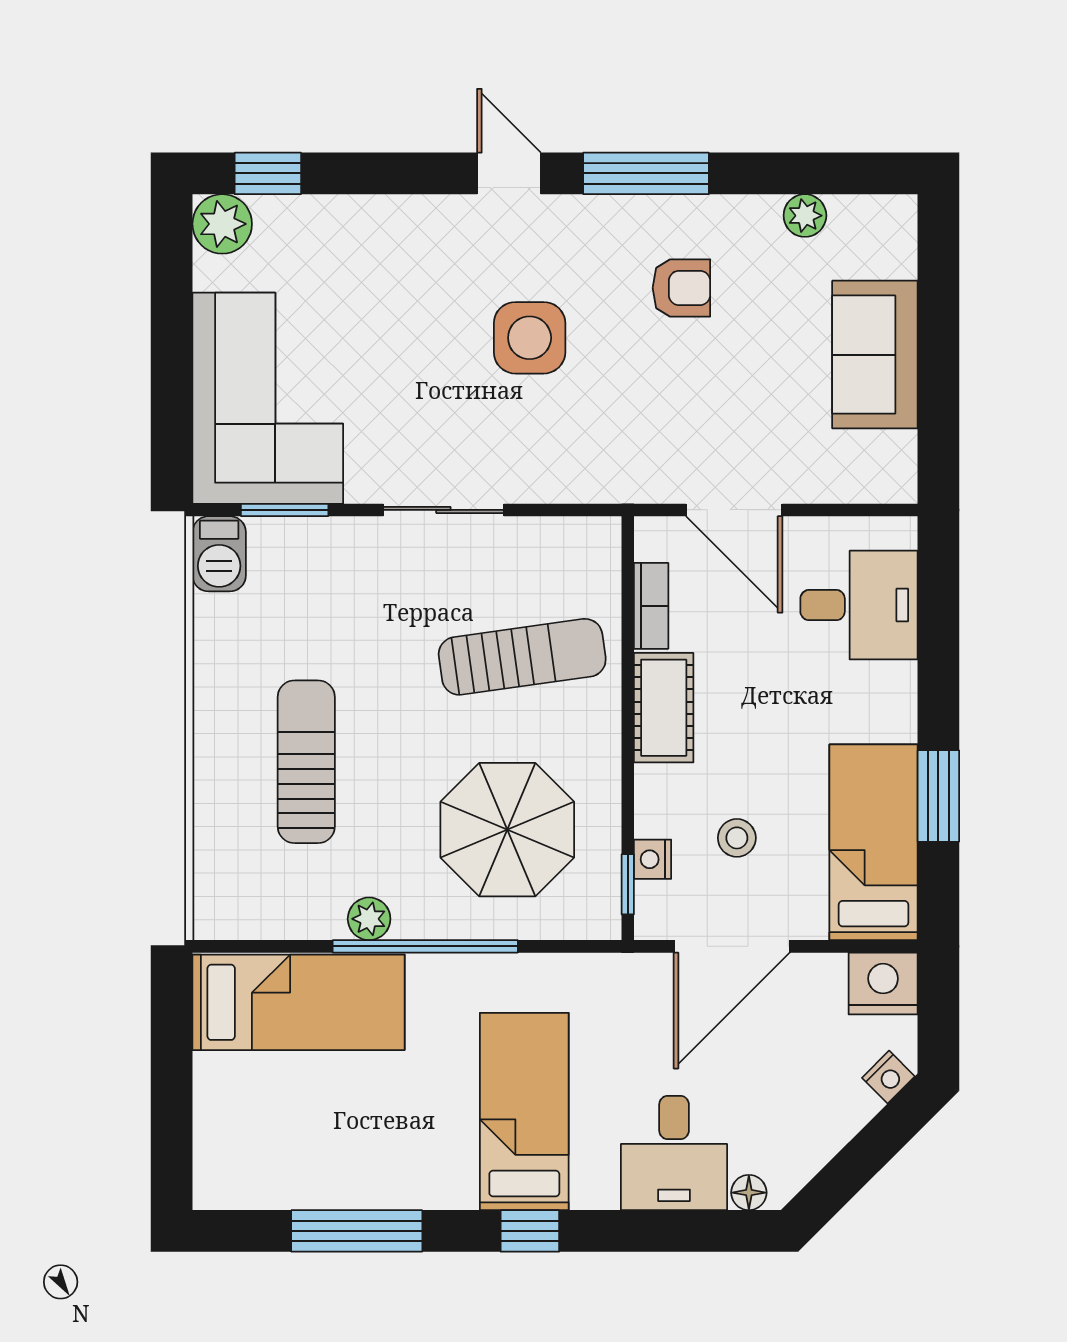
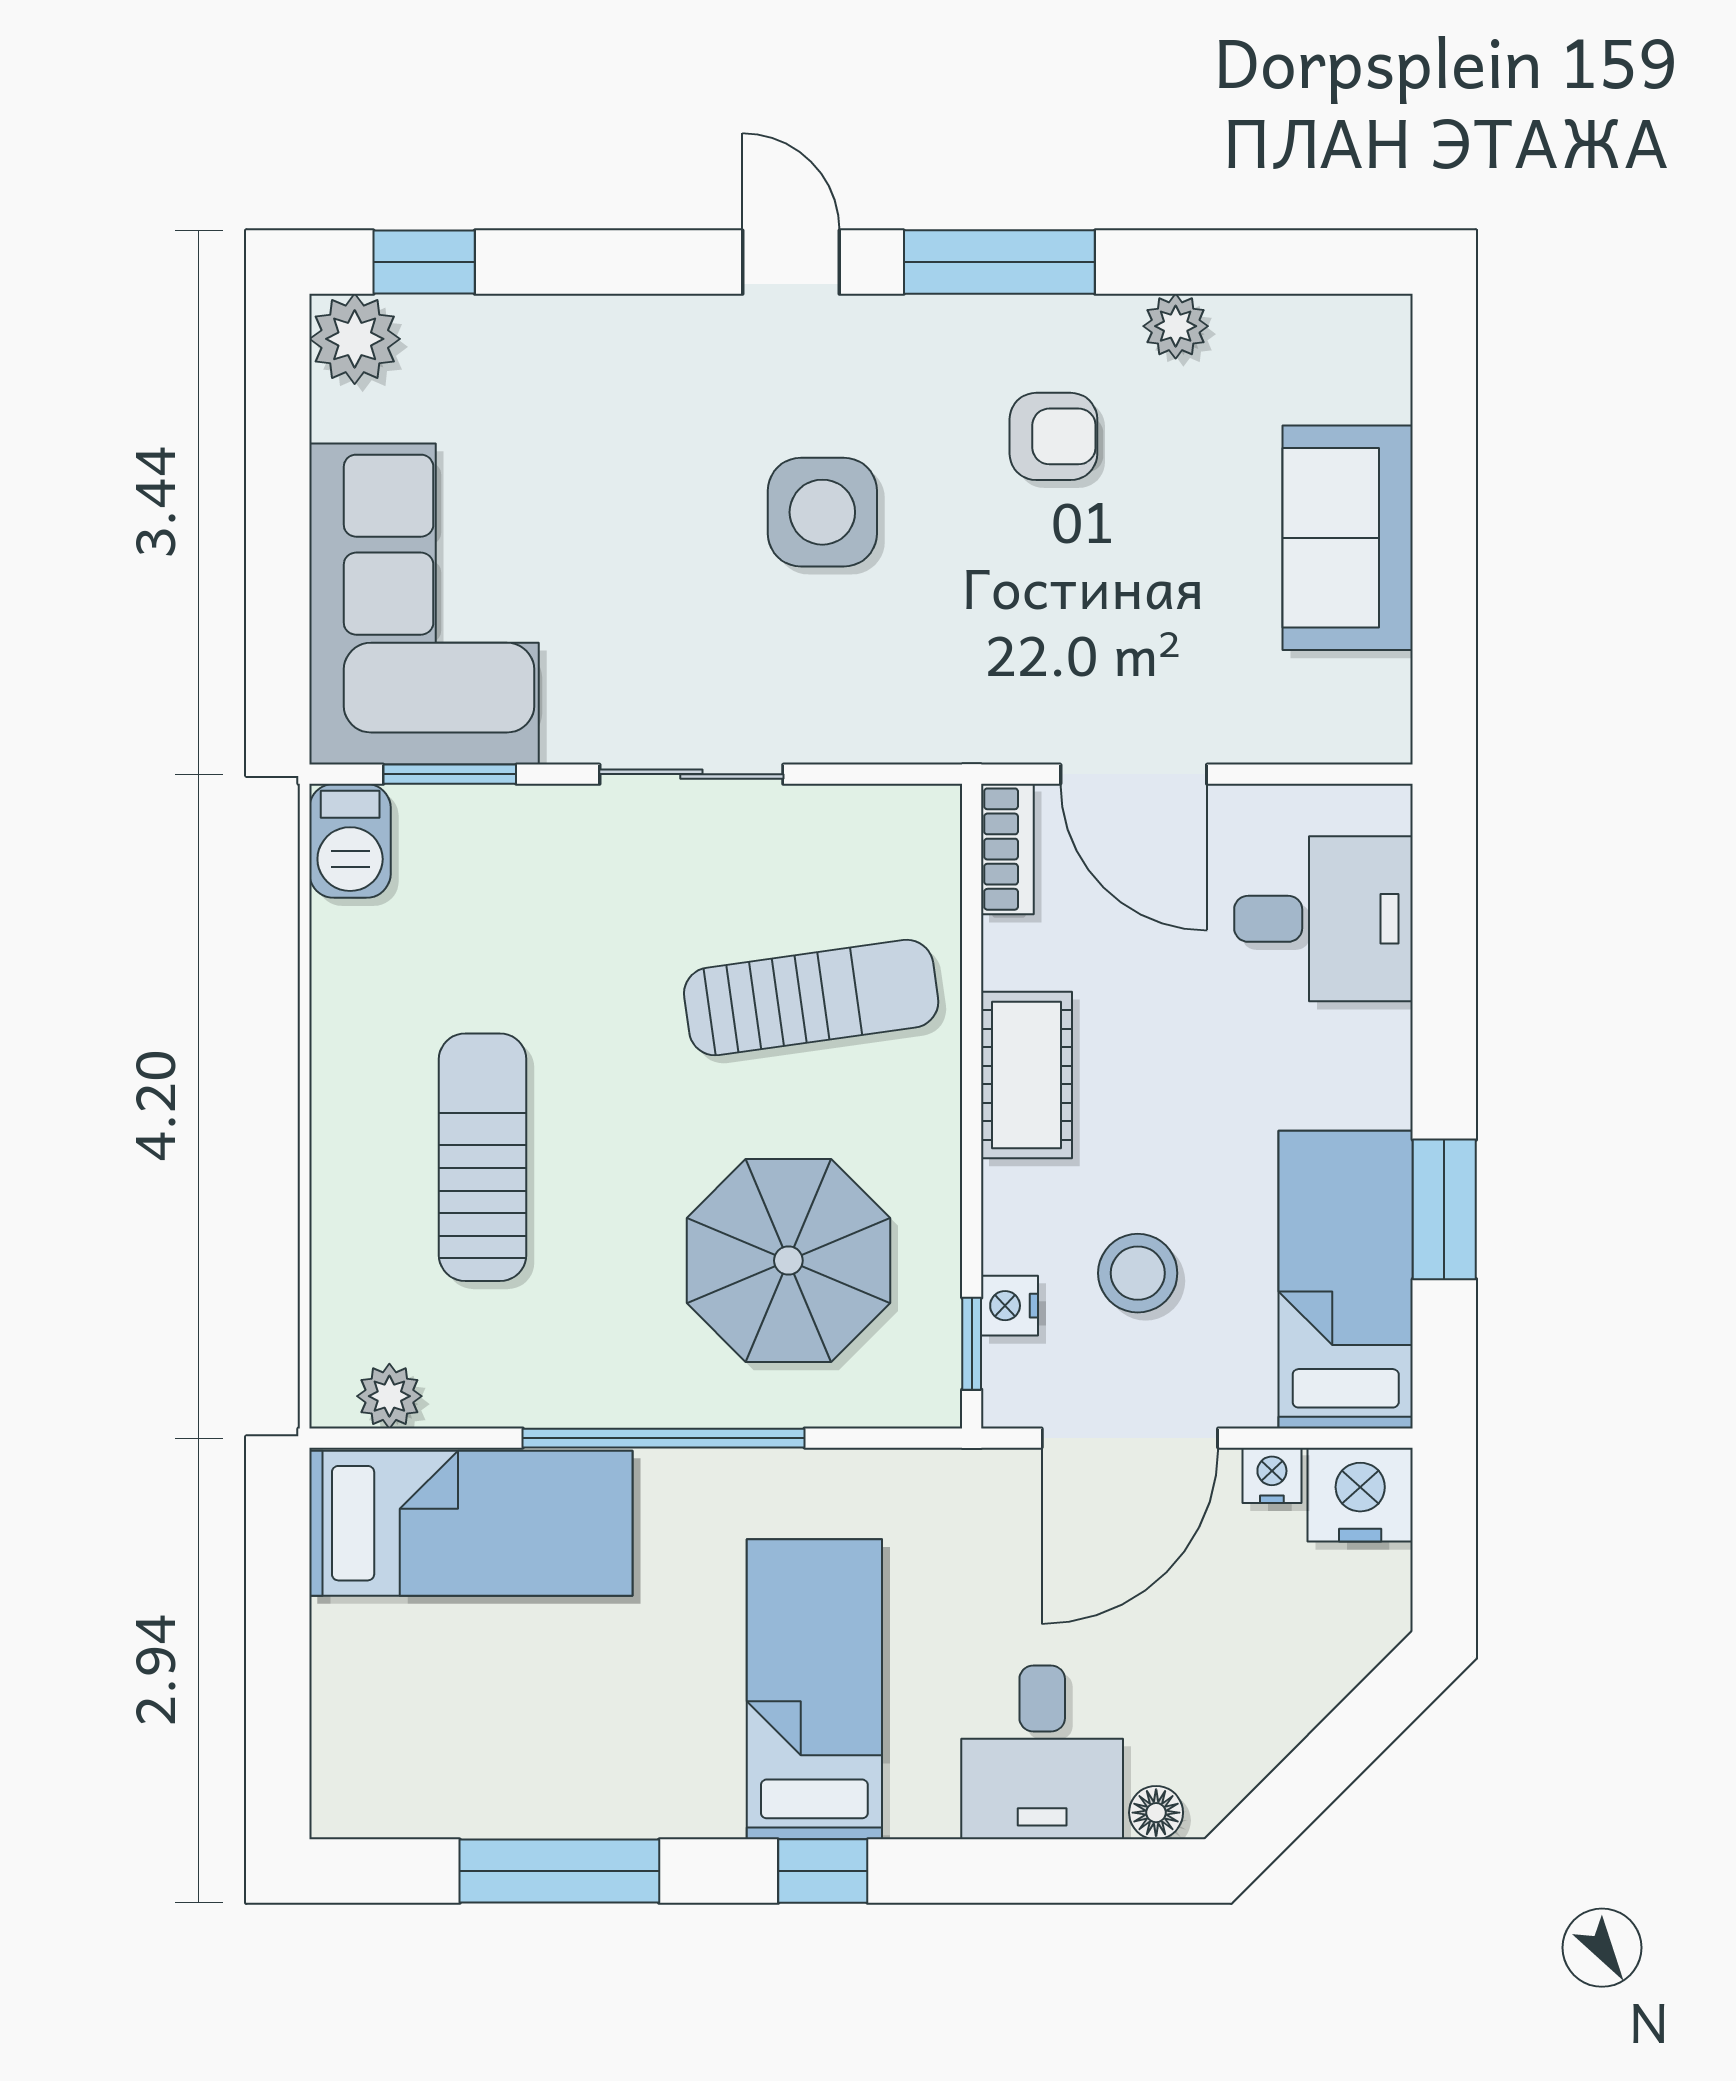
plant: (805, 216) -> (1176, 326), moved
bookcase: (651, 606) -> (1007, 849), moved
stool: (737, 838) -> (1138, 1273), width x1.37, depth x1.37
plant: (369, 919) -> (389, 1396), moved
nightstand: (888, 1077) -> (1272, 1475), moved, turned -135

